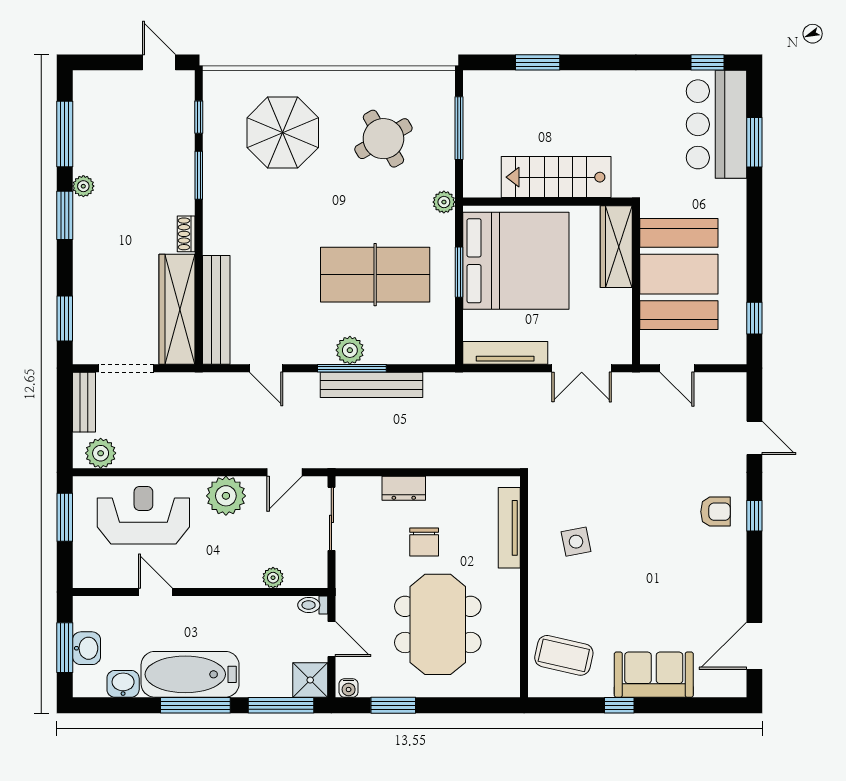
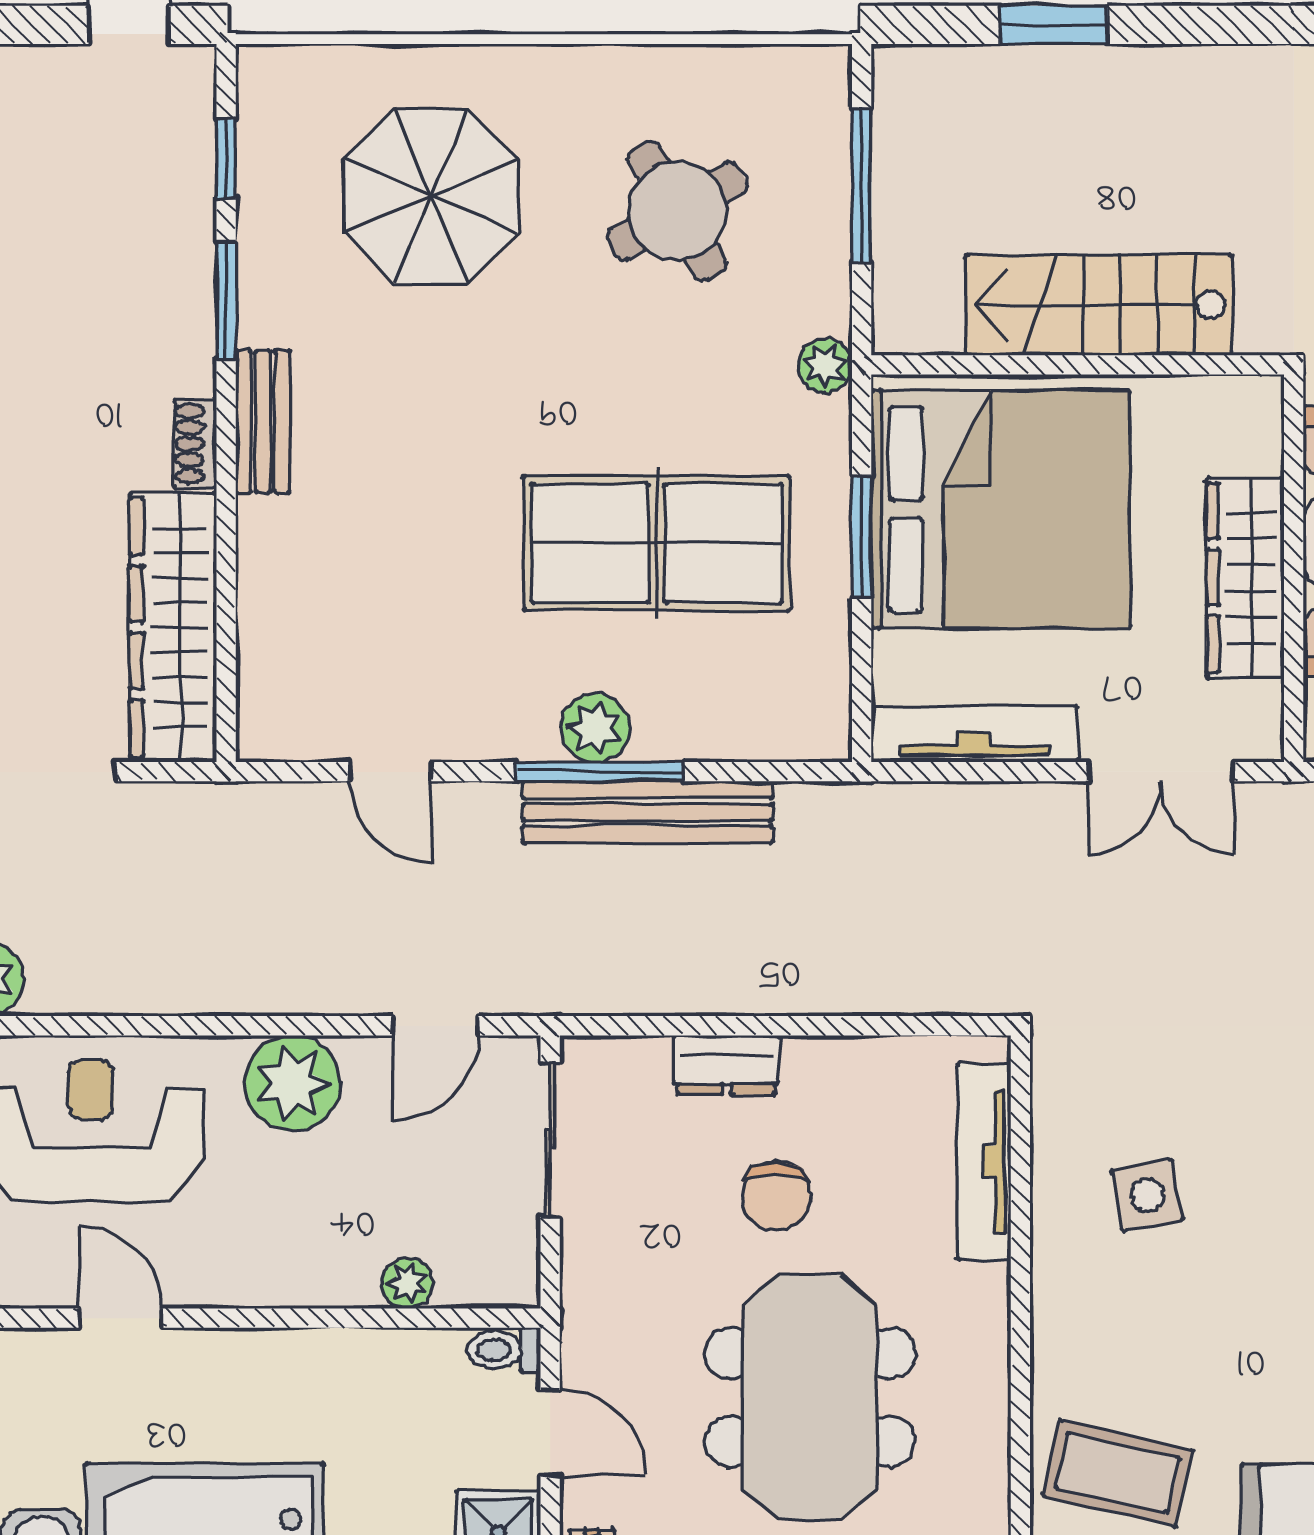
wardrobe: (616, 247) -> (1245, 578), moved
bench: (216, 310) -> (263, 422), moved, width x0.54, depth x0.82

